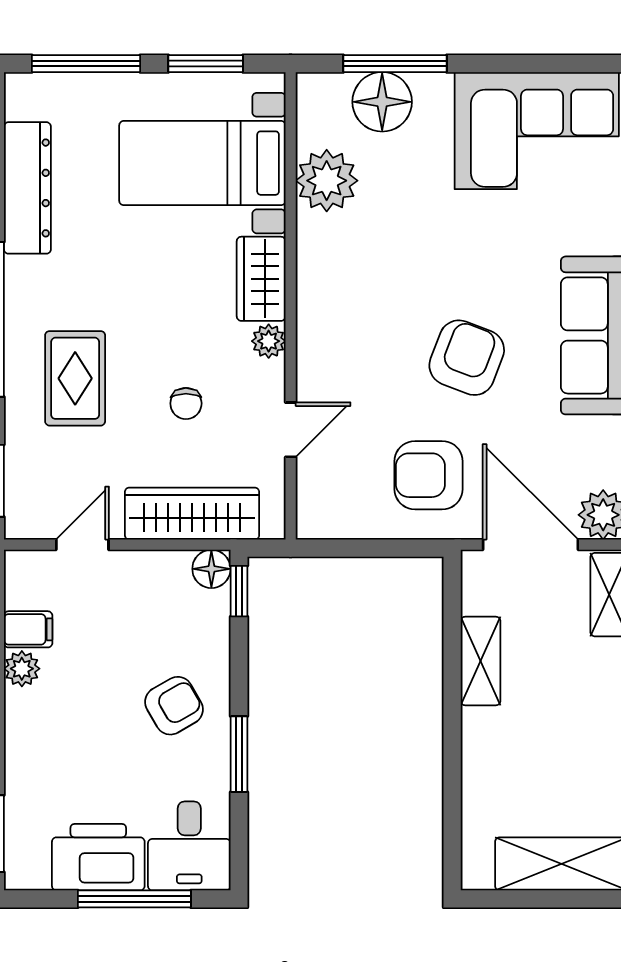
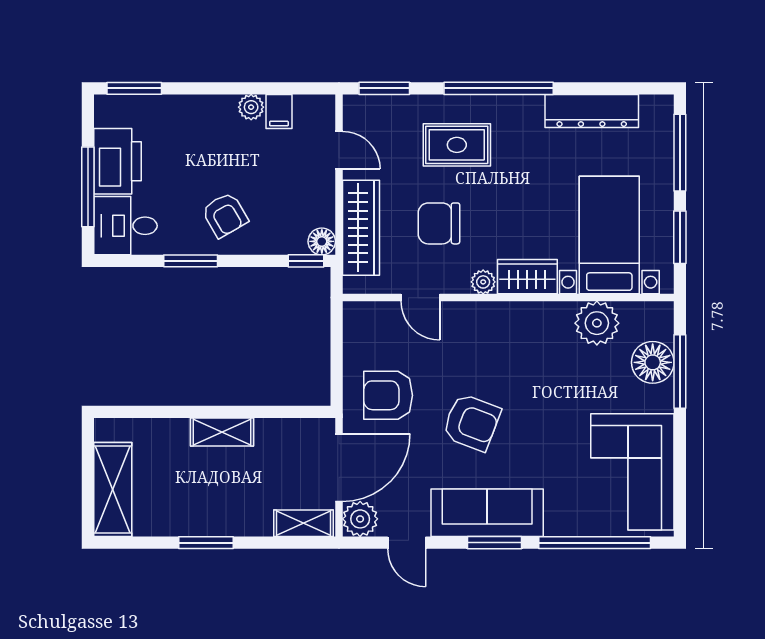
chair: (186, 403) -> (439, 223), width x1.87, depth x1.87
armchair: (429, 475) -> (388, 395), turned -90
shelving: (480, 661) -> (222, 432), moved

